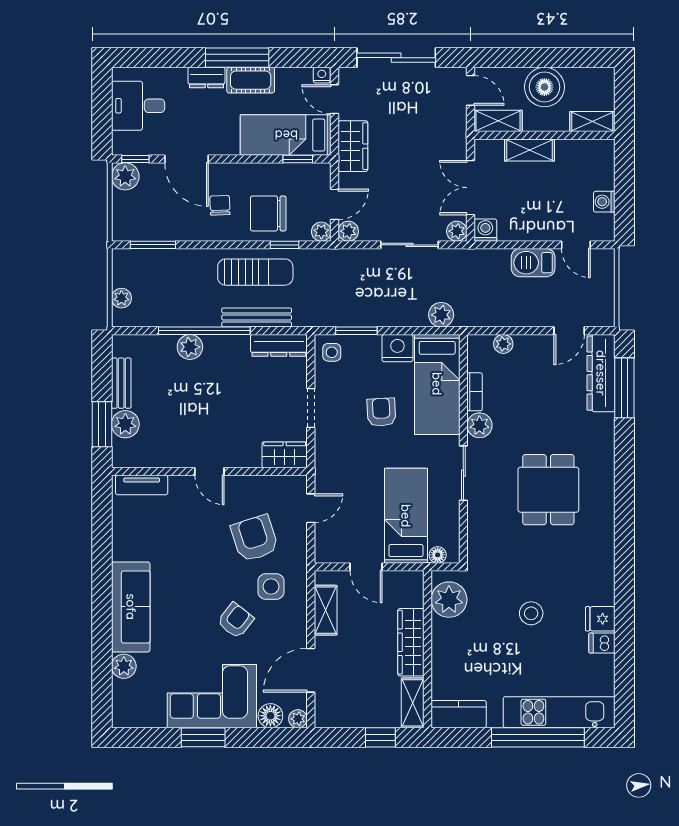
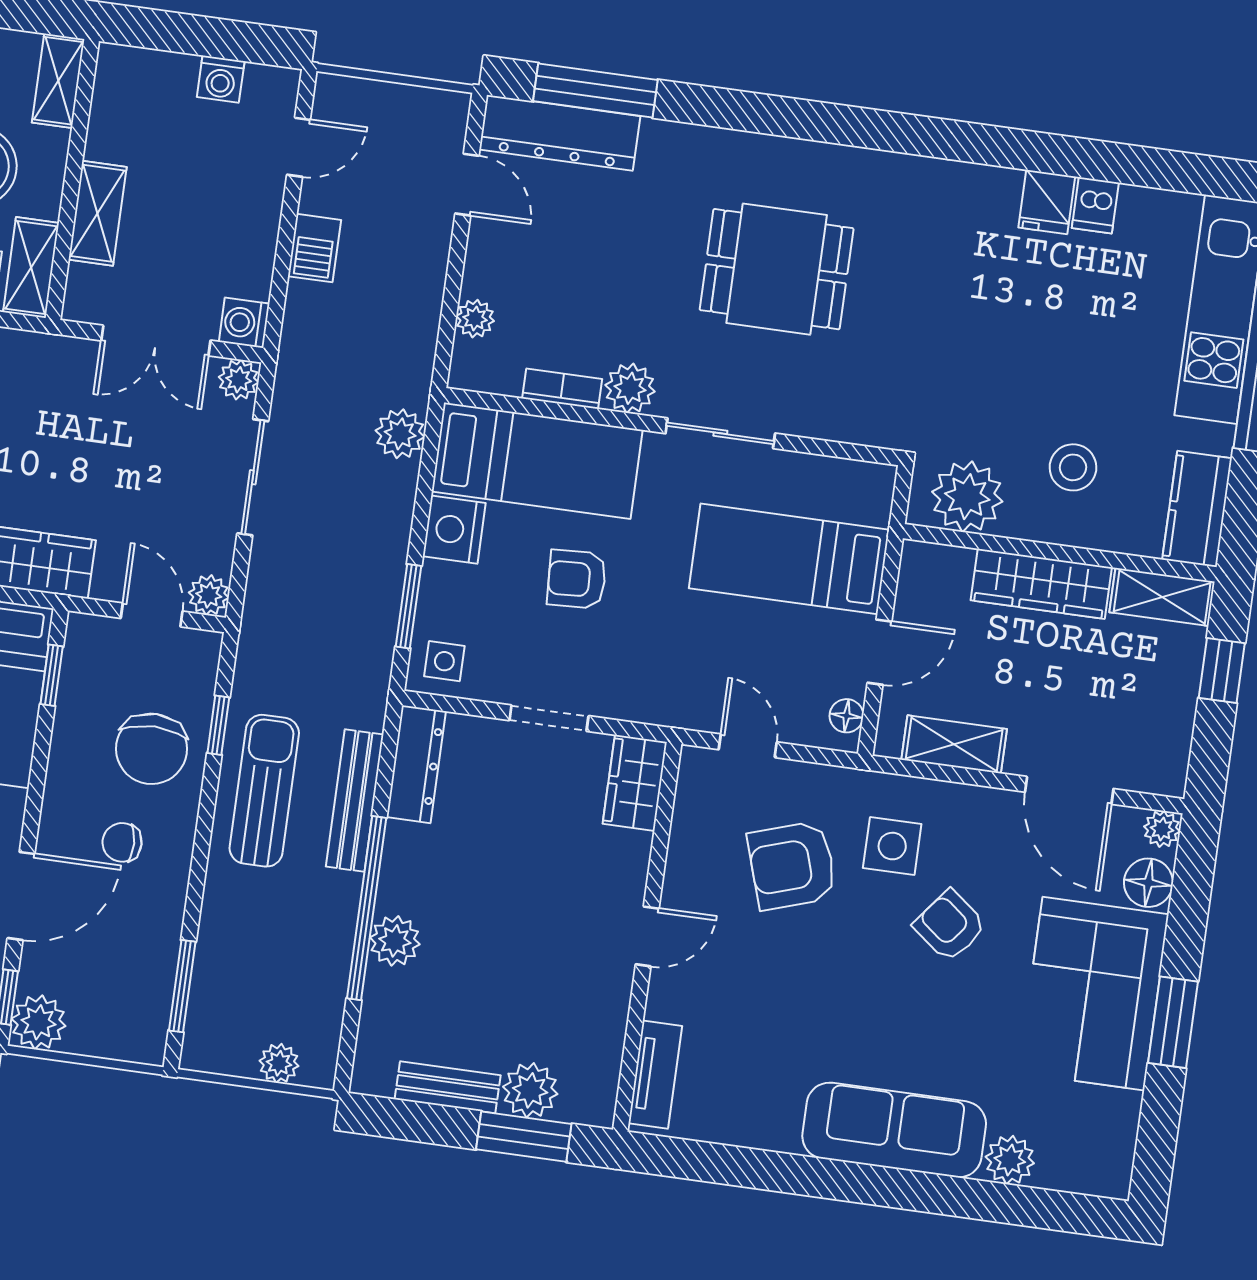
plant: (321, 232) -> (202, 649), removed
barbecue: (533, 263) -> (315, 248), width x0.73, depth x0.79
floor lamp: (438, 555) -> (847, 716), moved
stool: (531, 613) -> (1073, 467), moved

